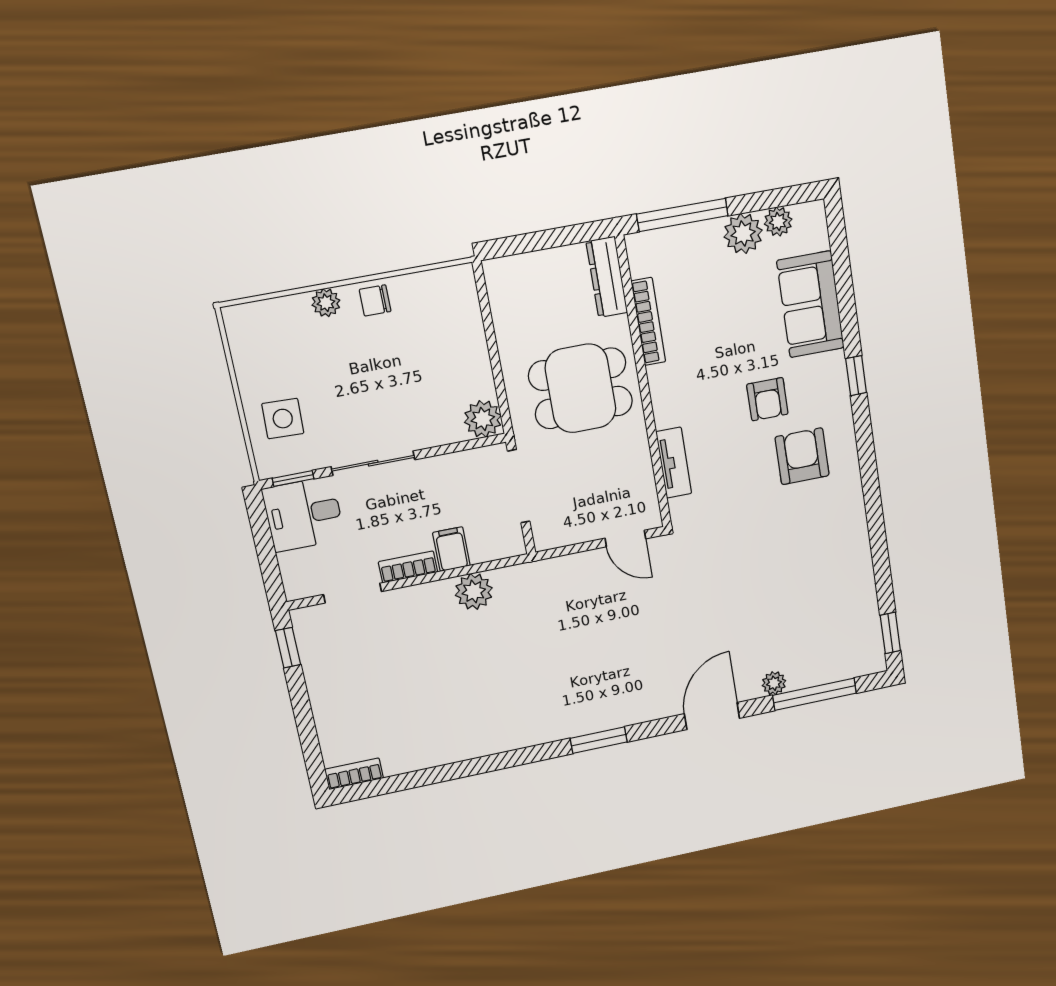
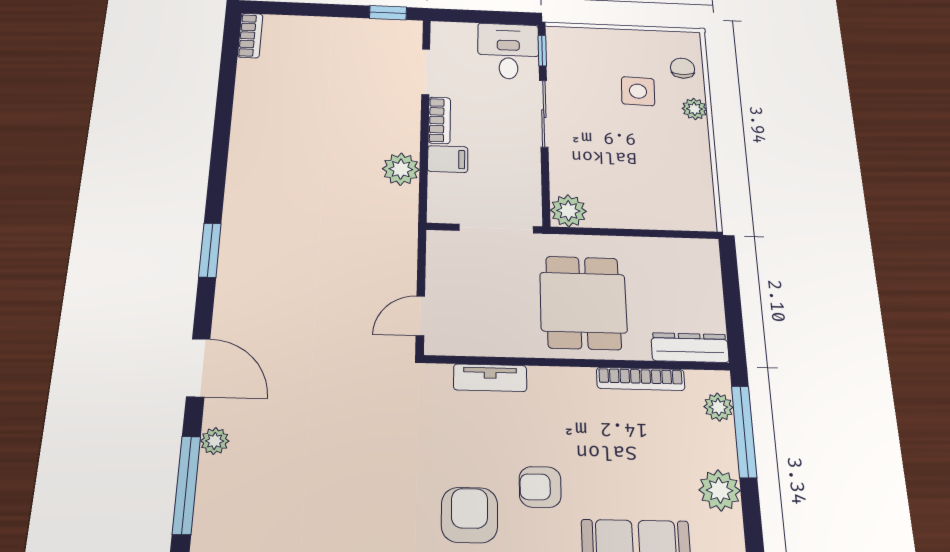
plant: (778, 222) -> (718, 407), moved
chair: (375, 300) -> (683, 68), moved
side table: (283, 419) -> (638, 91), moved
armchair: (802, 456) -> (469, 515), turned -90

